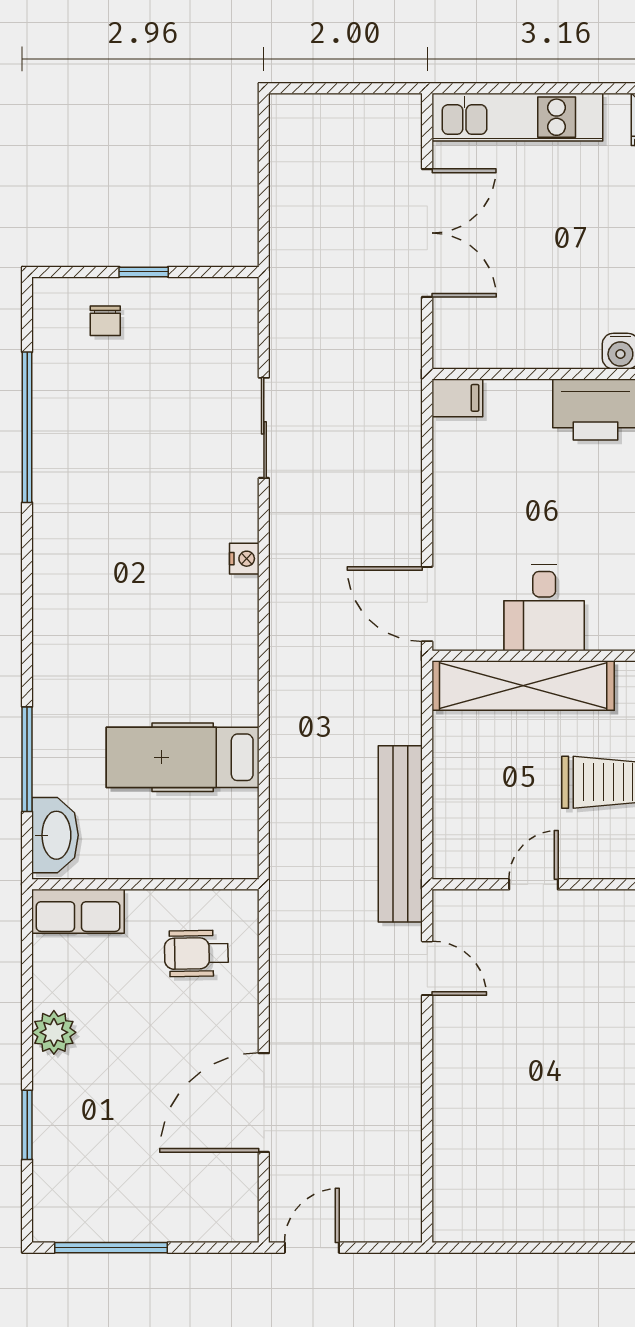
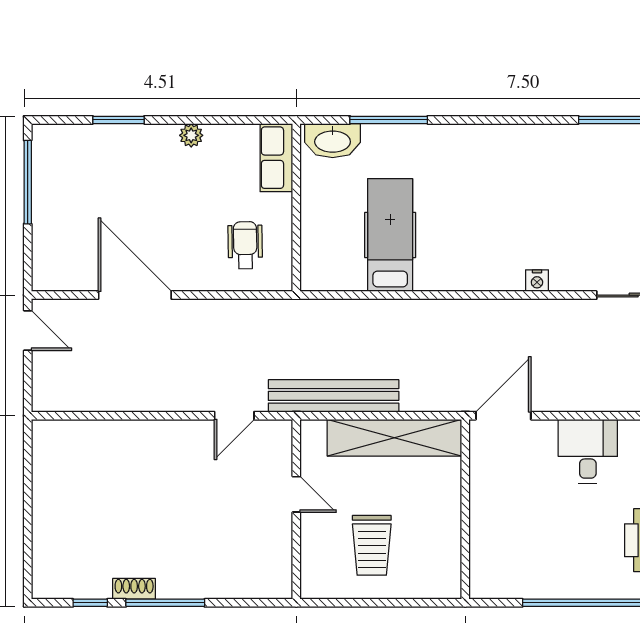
desk: (544, 608) -> (588, 451), moved, turned 90
shelving: (523, 685) -> (394, 438), moved, turned 90
plant: (54, 1032) -> (191, 135), width x0.73, depth x0.73

